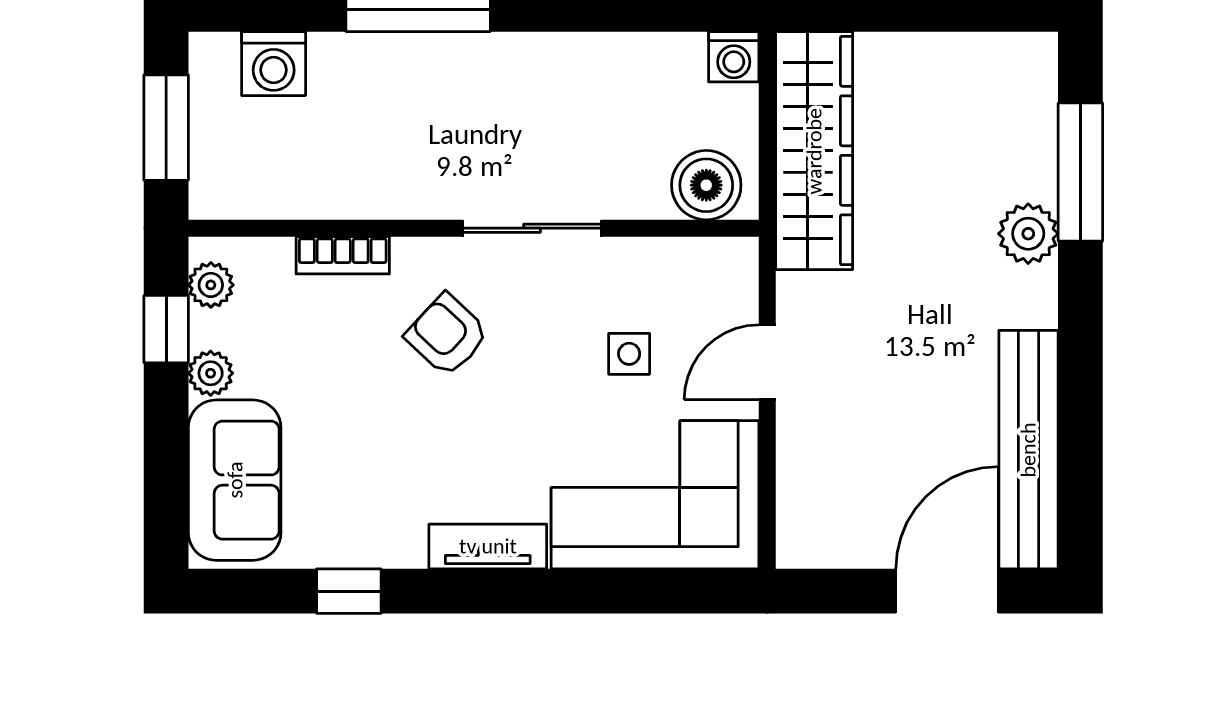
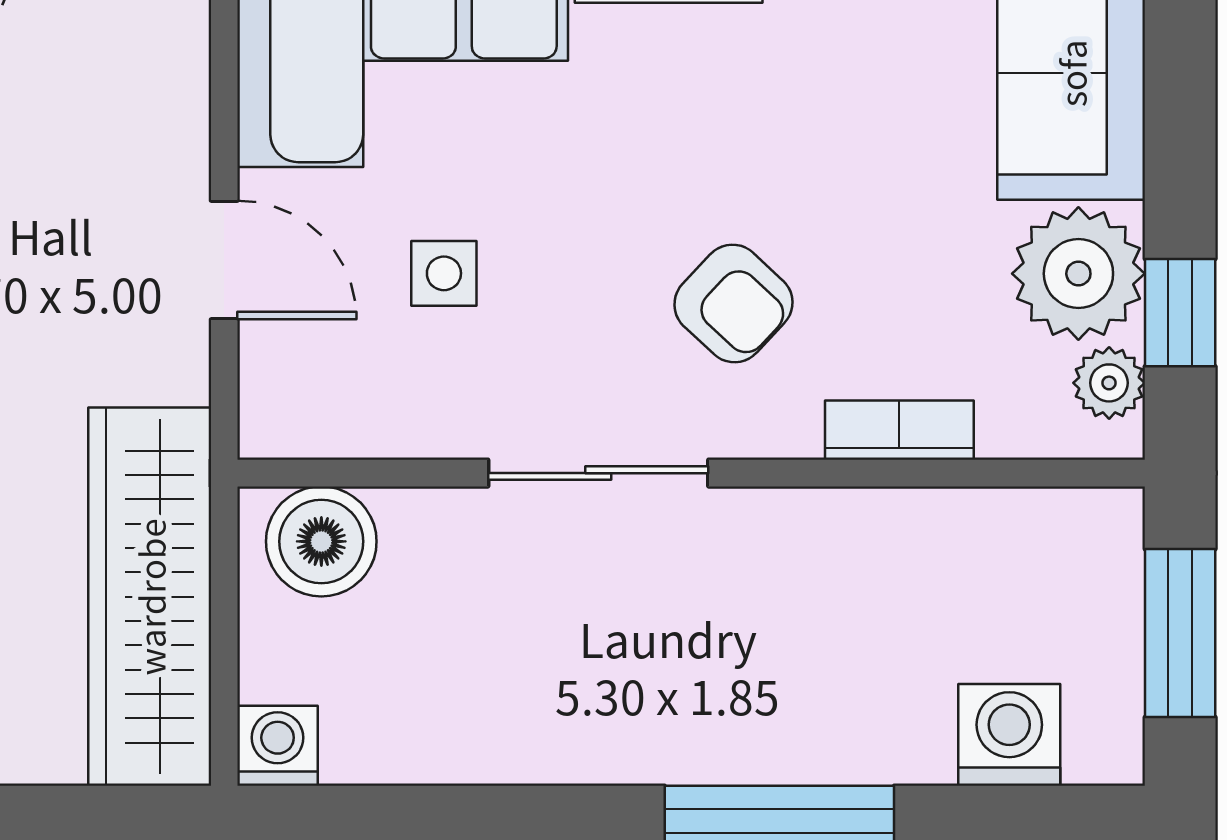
door: (767, 362) -> (224, 260), hinge flipped
plant: (211, 373) -> (1078, 274), width x1.88, depth x1.88

